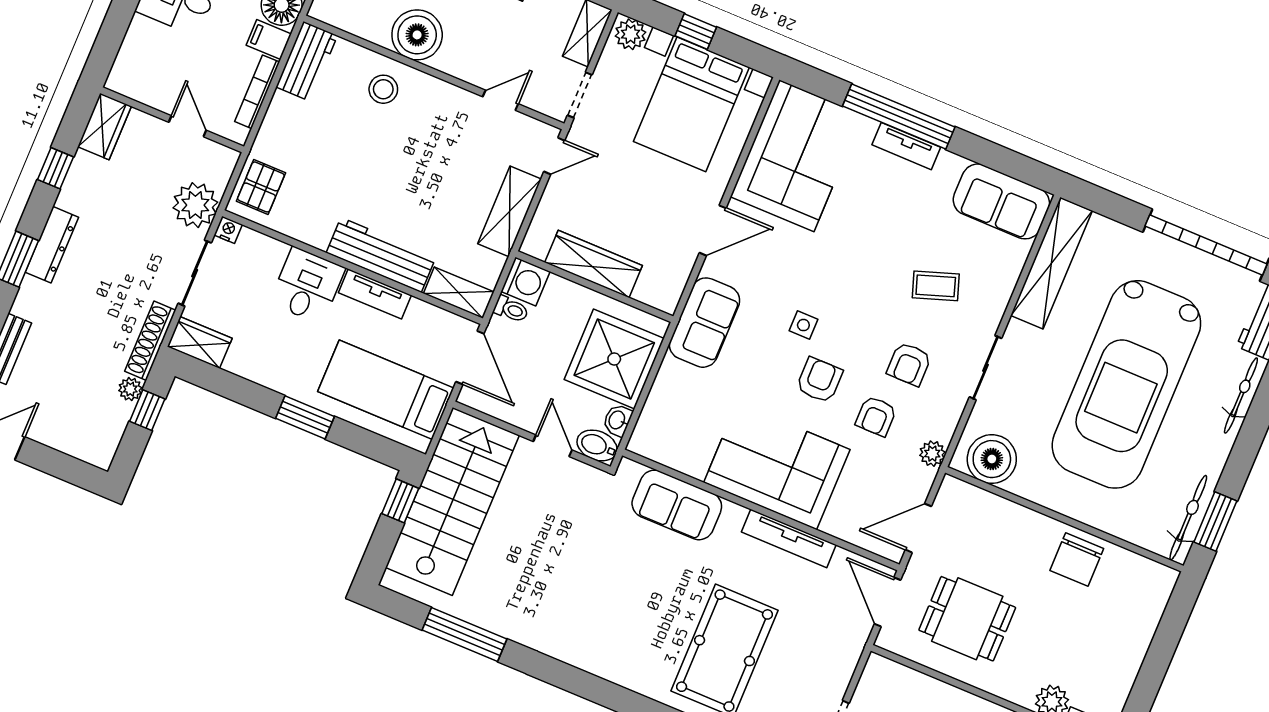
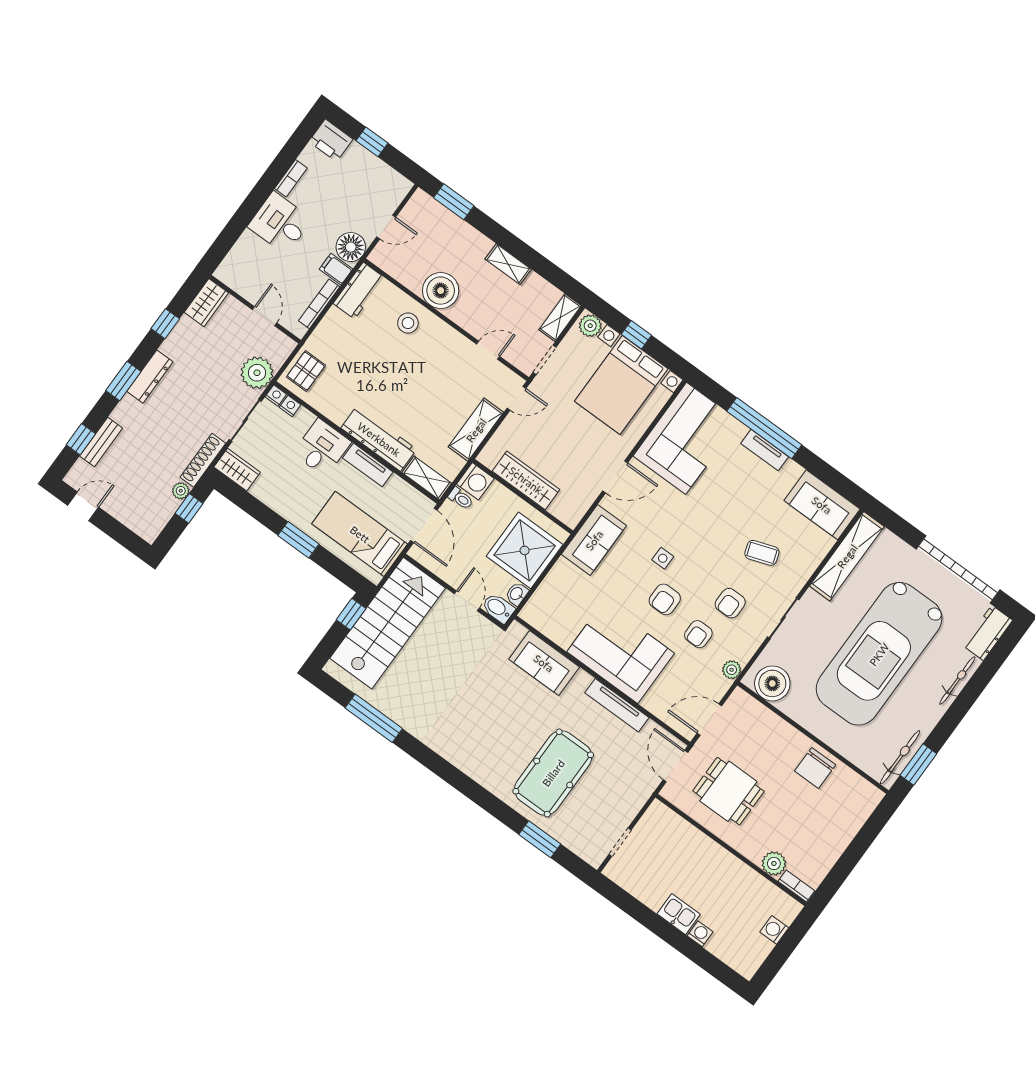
nightstand: (251, 239) -> (290, 406), added
armchair: (819, 380) -> (665, 599), turned 180

